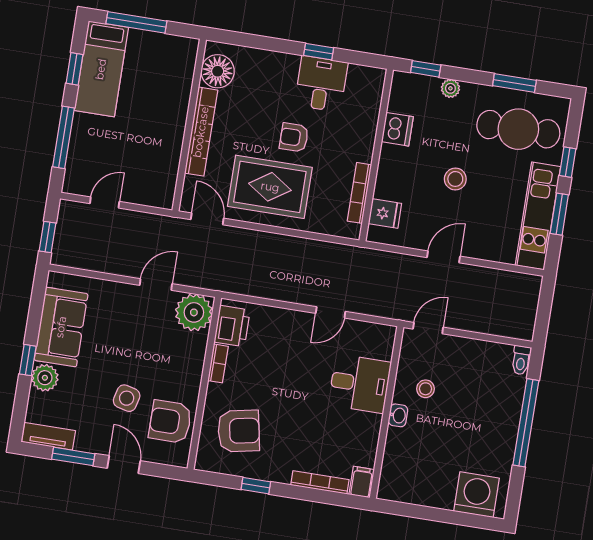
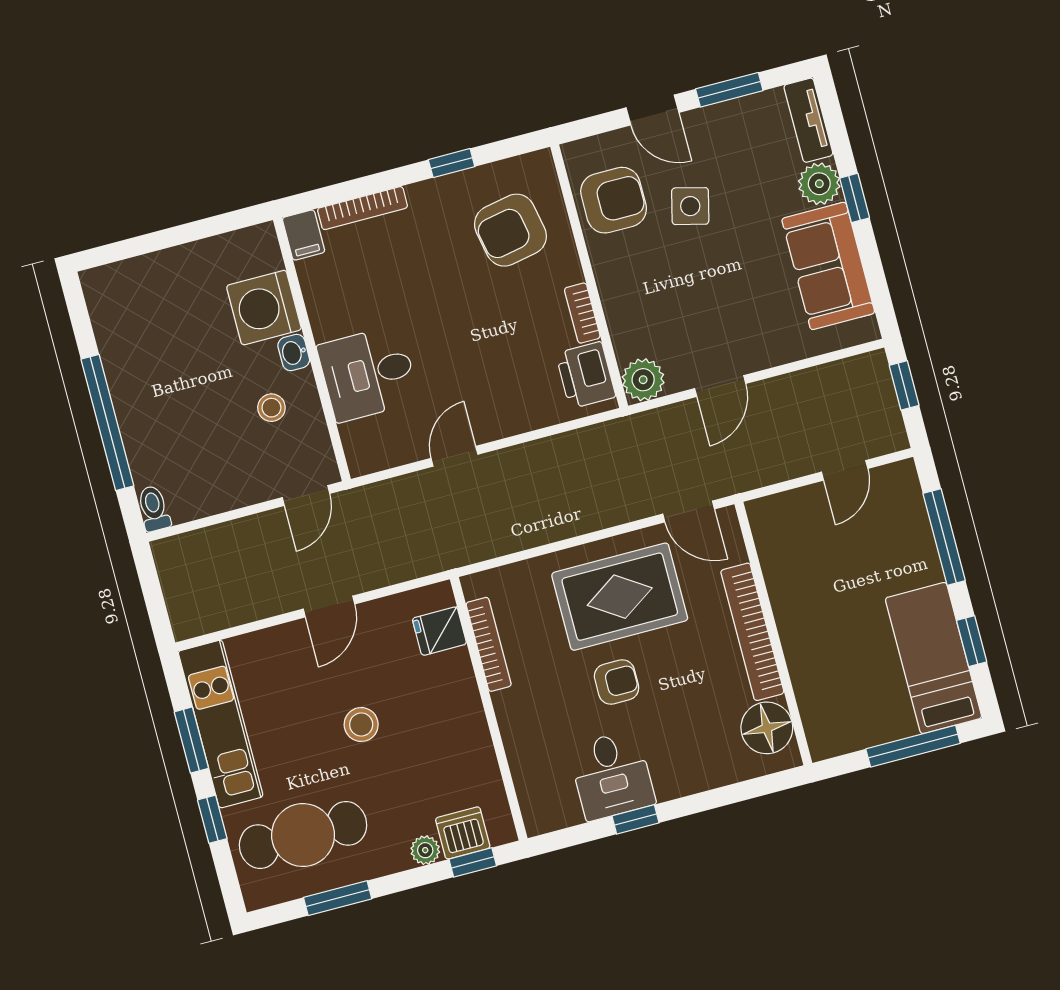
dishwasher: (397, 129) -> (463, 833), moved, turned 90
plant: (194, 312) -> (643, 380), width x0.73, depth x0.73
tv unit: (48, 436) -> (808, 120), moved, turned 90
washing machine: (476, 495) -> (264, 308), moved, turned 90

